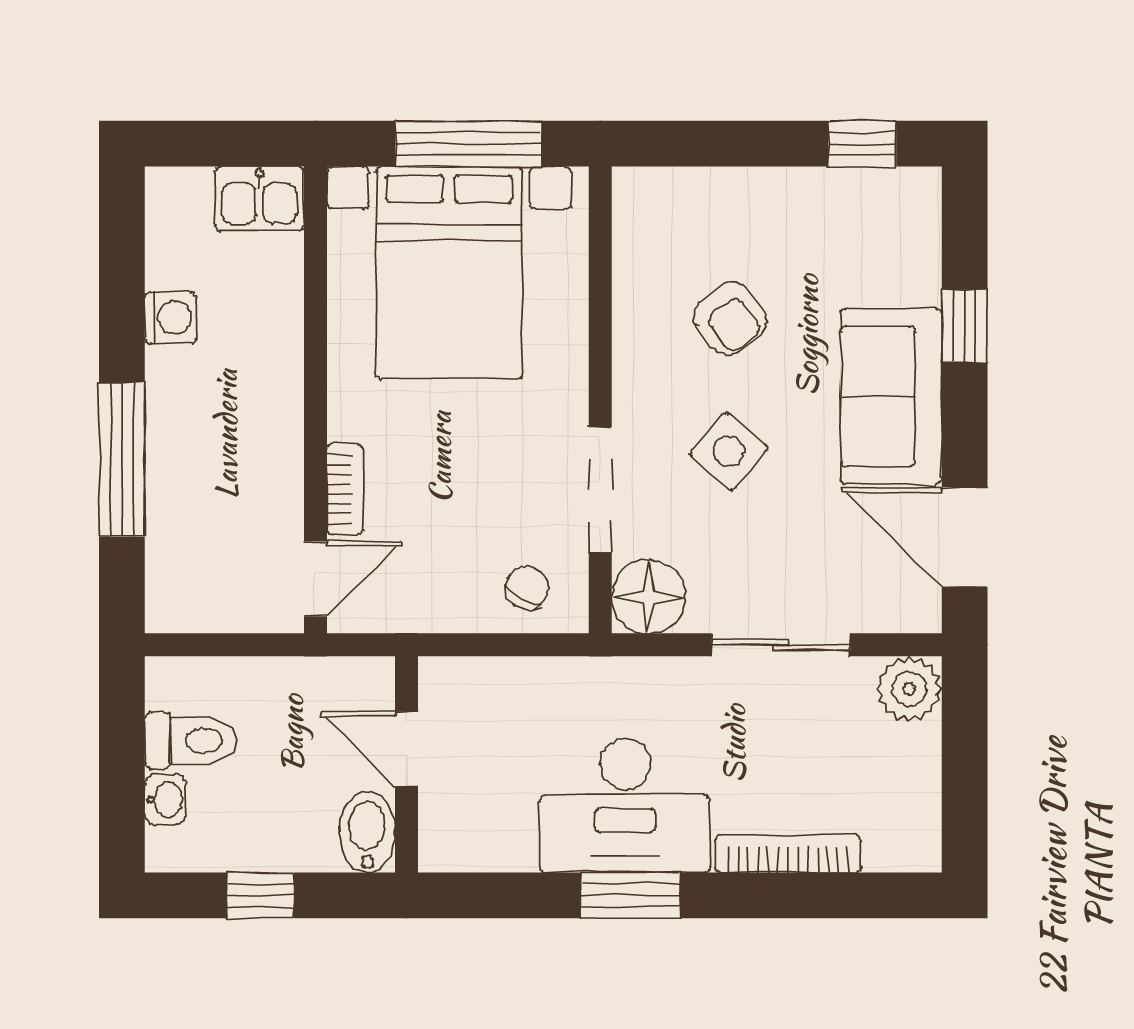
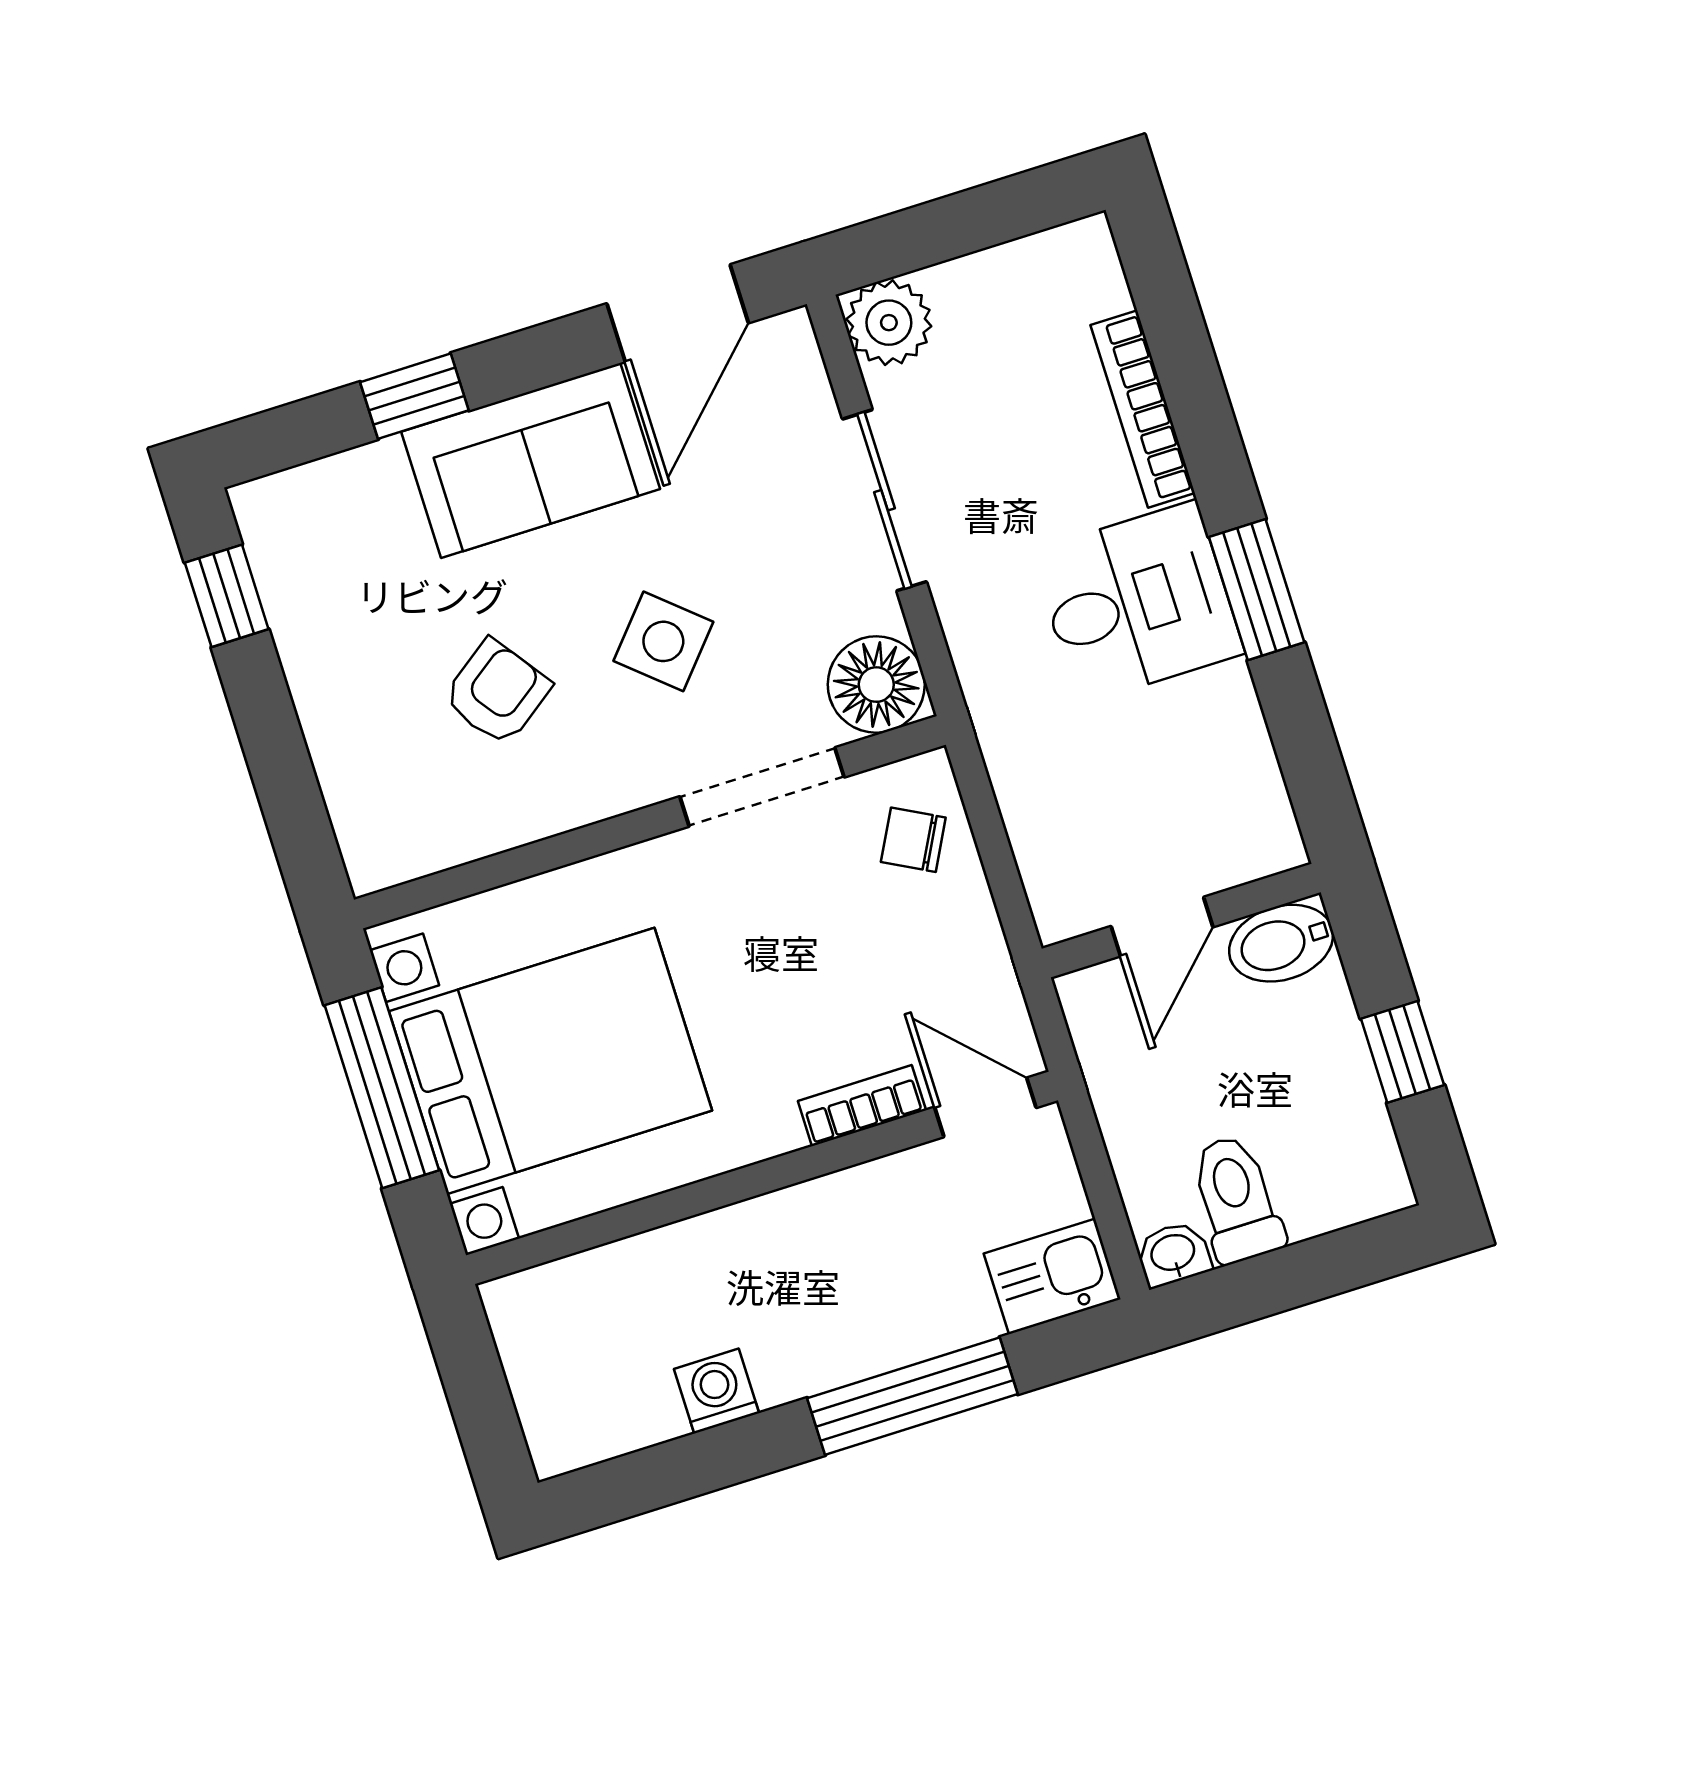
kitchen sink: (259, 199) -> (1052, 1276), moved, turned -90
washbasin: (166, 799) -> (1173, 1254), moved
desk: (625, 806) -> (1138, 602), width x0.73

